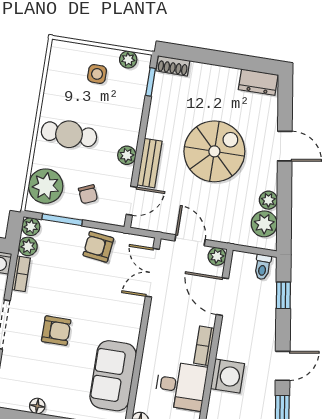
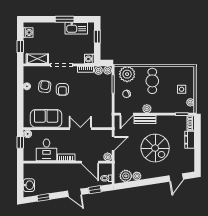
dresser: (258, 82) -> (190, 140), moved
door: (285, 146) -> (176, 177), moved
door: (132, 201) -> (127, 114), hinge flipped
armchair: (98, 247) -> (45, 87), moved
double door: (152, 273) -> (80, 129), moved
door: (222, 297) -> (90, 162), swing flipped
door: (283, 366) -> (75, 193), moved
washing machine: (228, 376) -> (54, 170), removed

